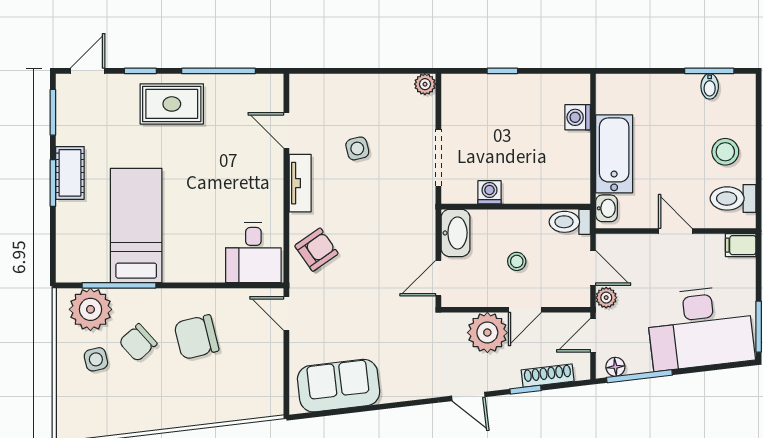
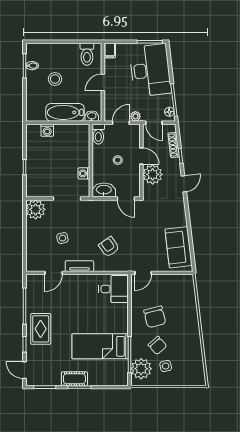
plant: (425, 84) -> (36, 209), width x1.88, depth x1.88
stool: (725, 152) -> (55, 79), moved
armchair: (316, 250) -> (109, 247), moved

